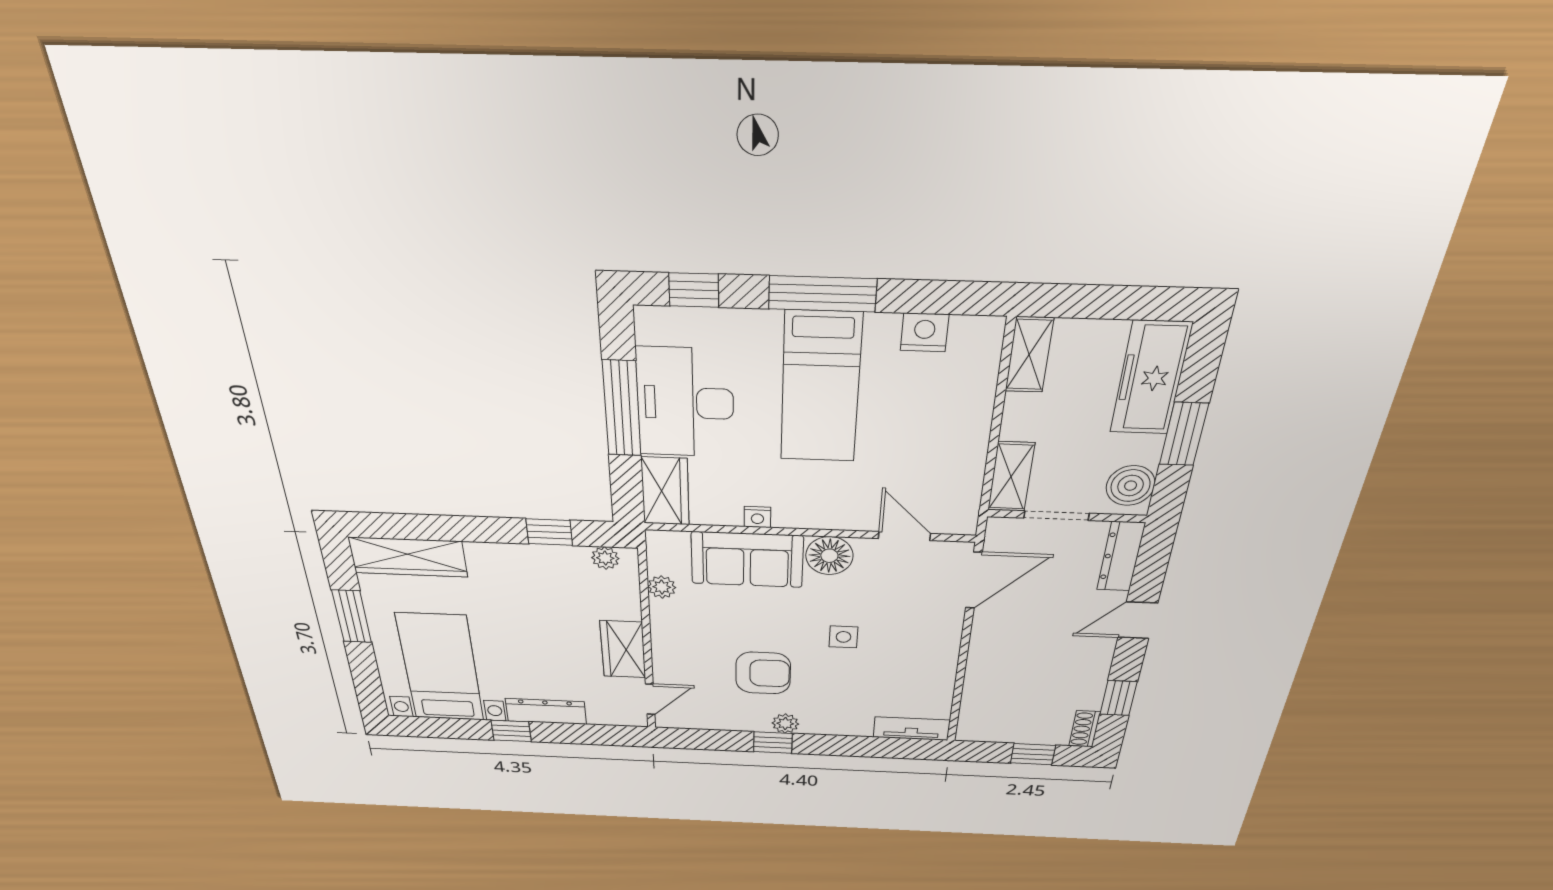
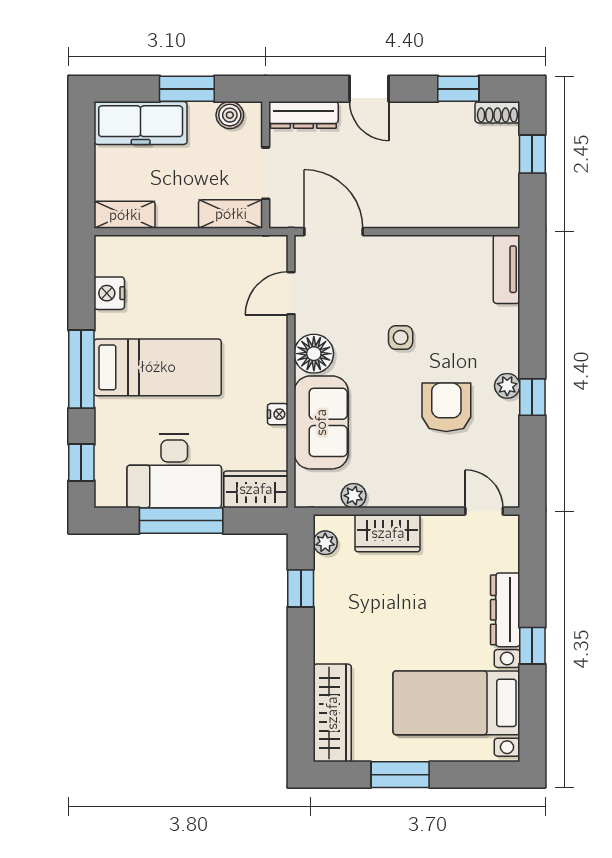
boiler: (1131, 486) -> (230, 115), width x0.73, depth x0.73
wardrobe: (623, 649) -> (388, 533), moved

